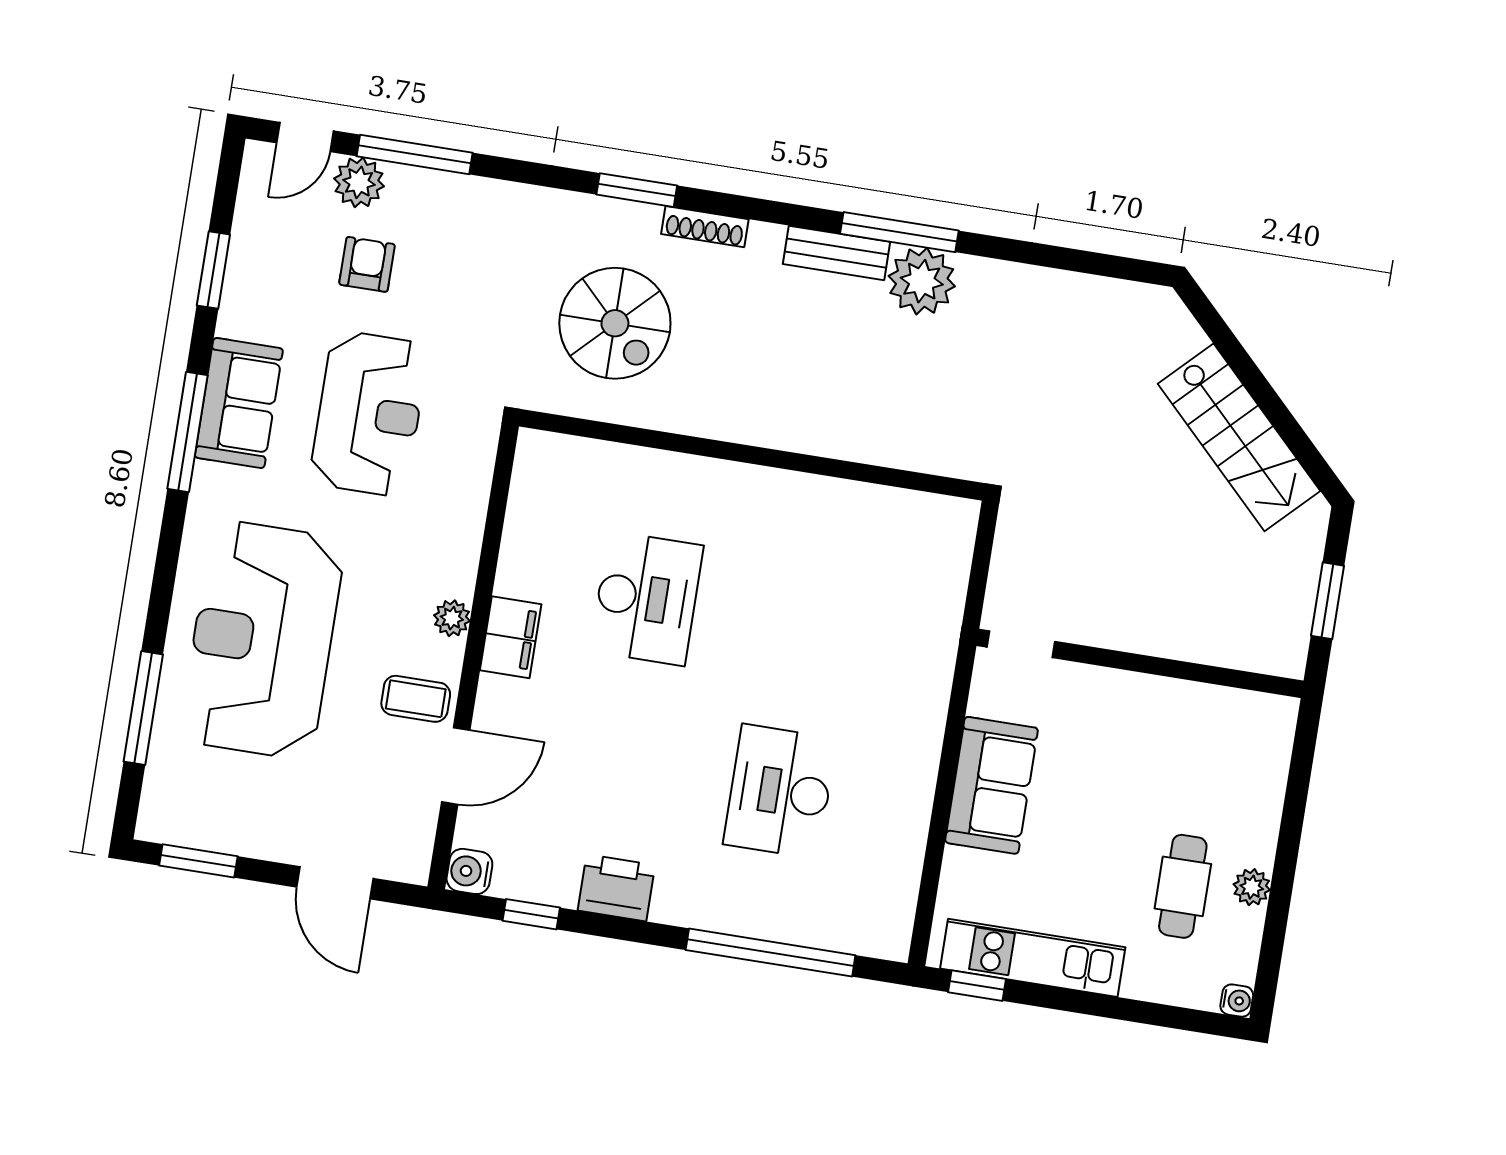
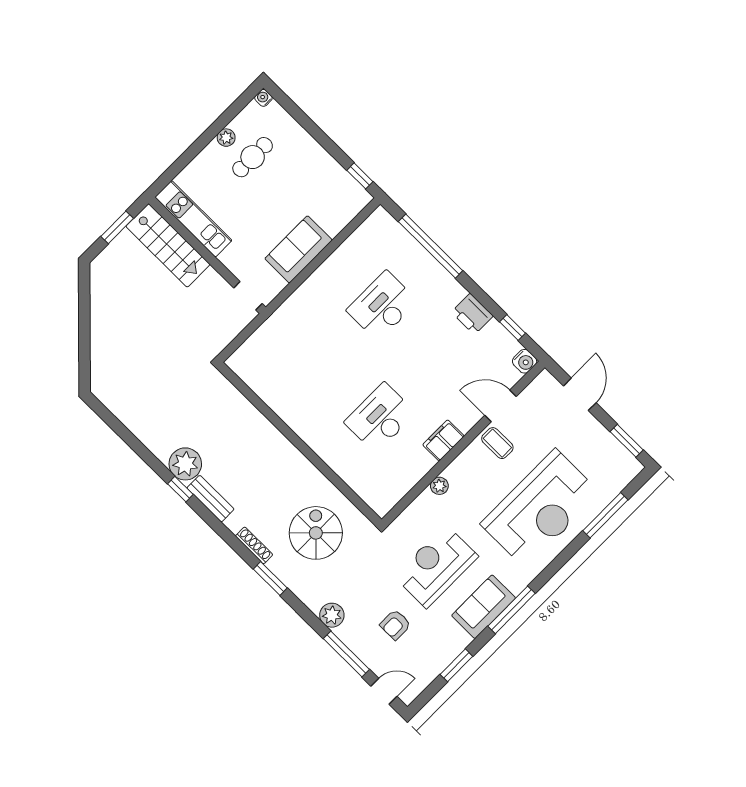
plant: (359, 182) -> (332, 615), moved
window: (899, 232) -> (180, 489), width x0.46
stairs: (1239, 437) -> (168, 245), moved, turned 135
plant: (452, 618) -> (439, 486), moved
desk: (780, 791) -> (382, 306), turned 180
kitchen unit: (1033, 958) -> (193, 219), moved, turned 180

